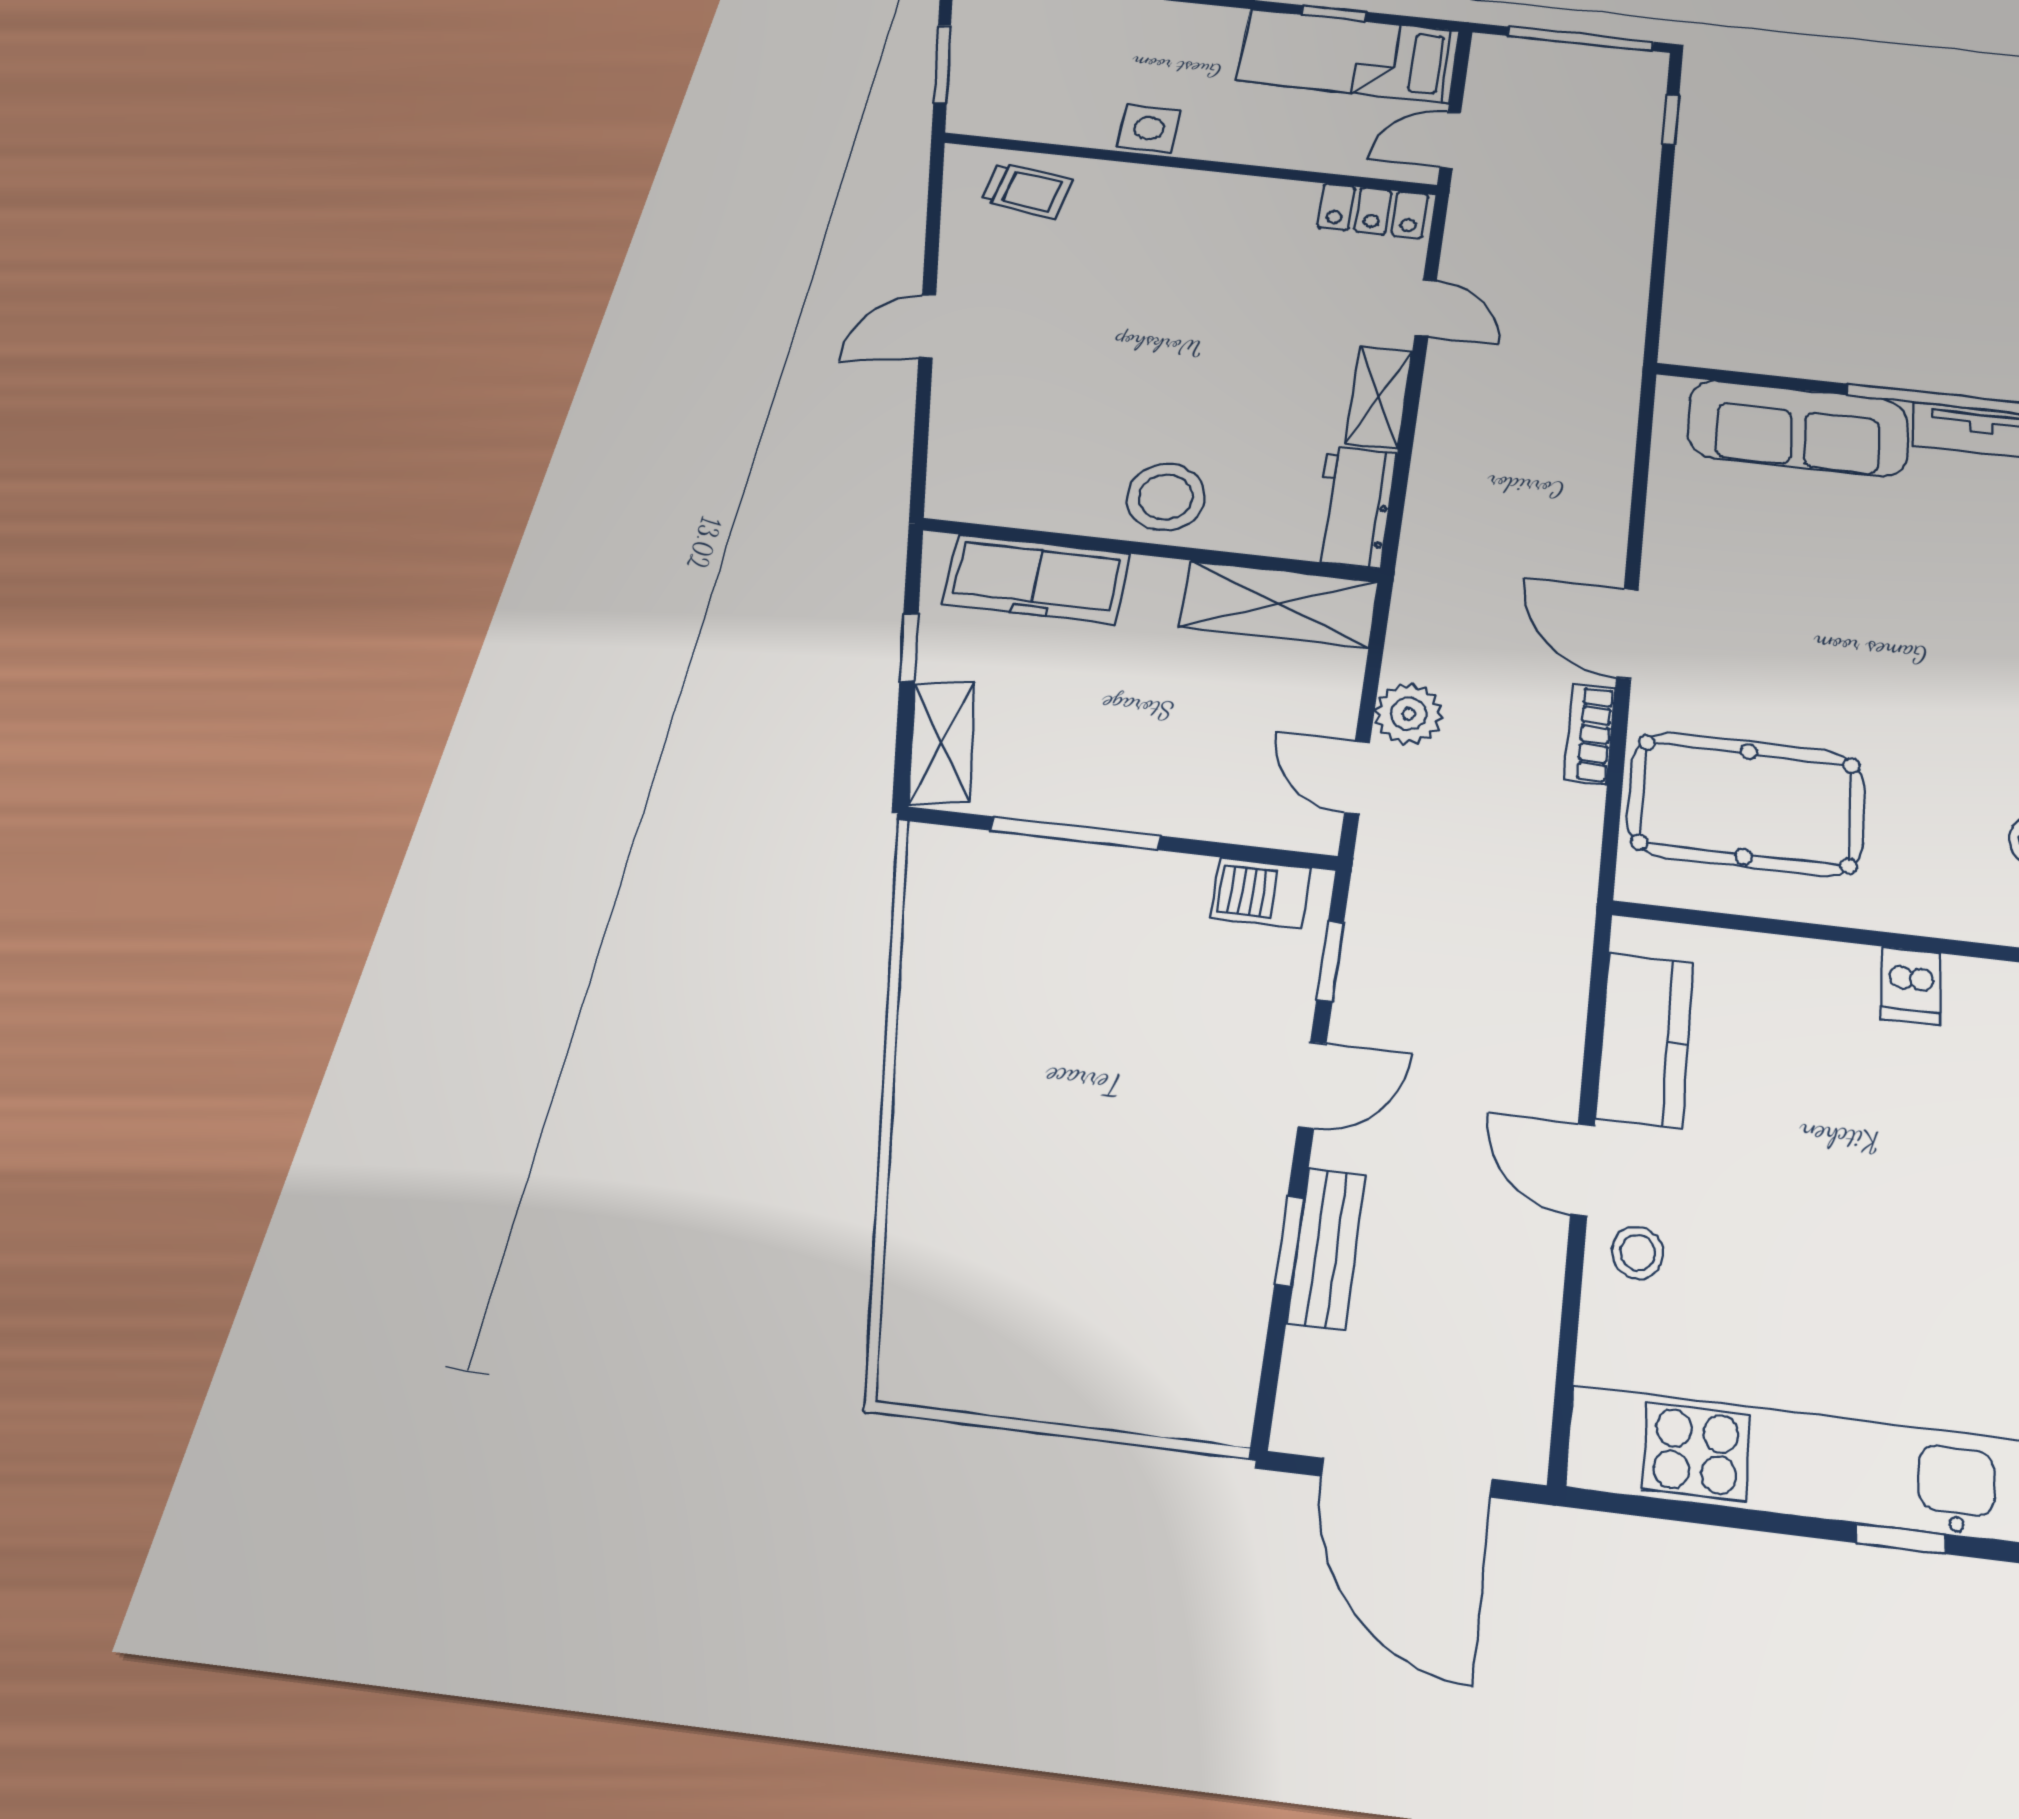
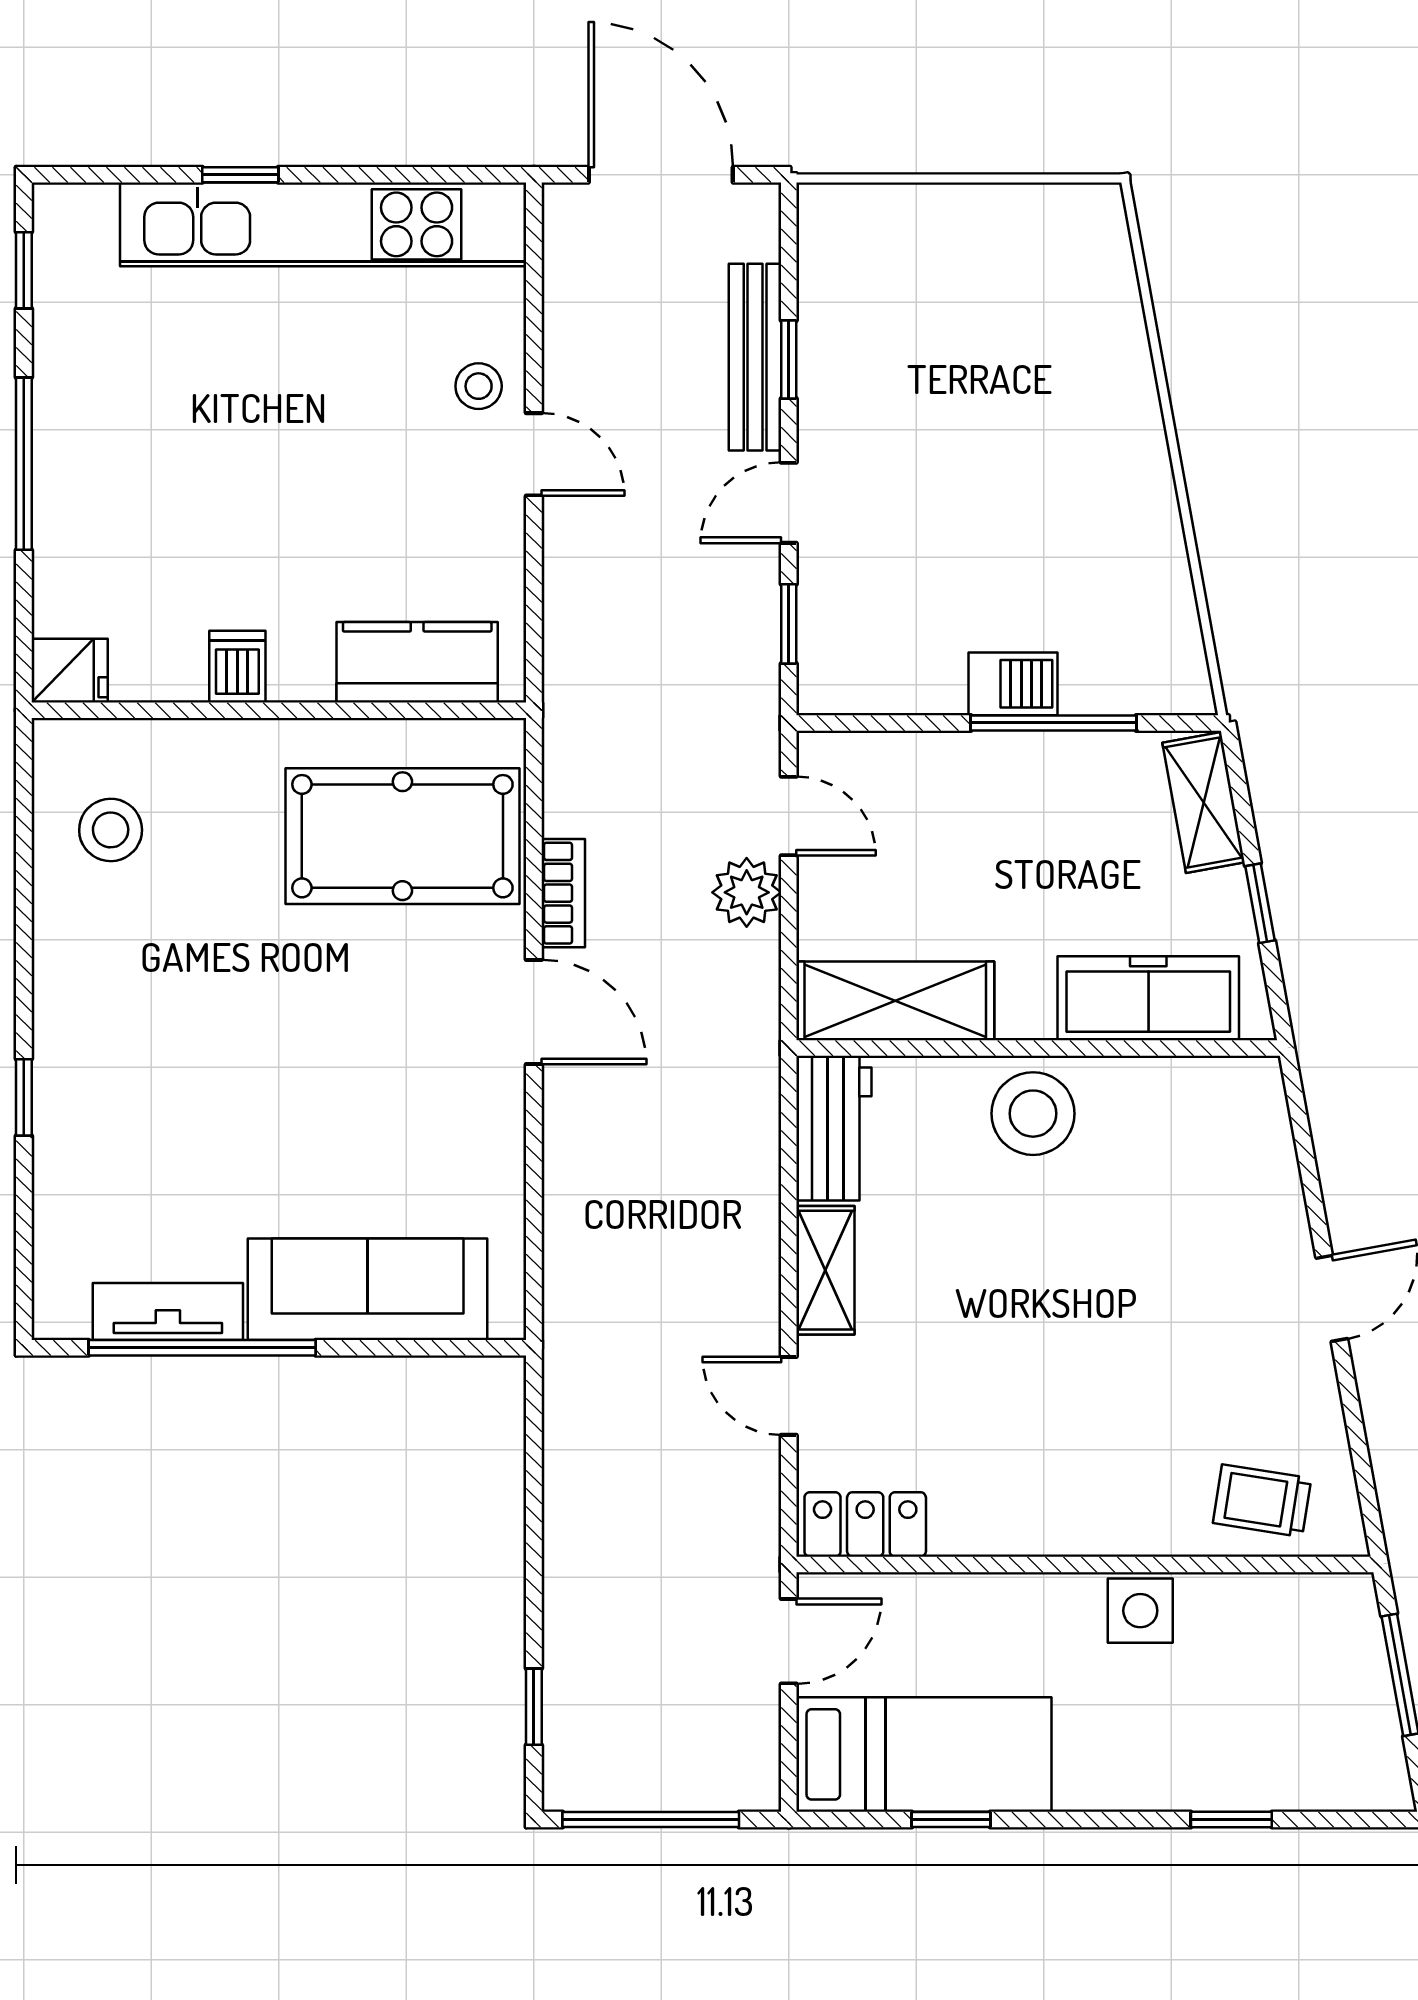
barbecue: (1261, 893) -> (1013, 684), moved
kitchen counter: (1645, 1040) -> (417, 662), moved, turned 90
bench: (1327, 1248) -> (755, 357), width x1.36

